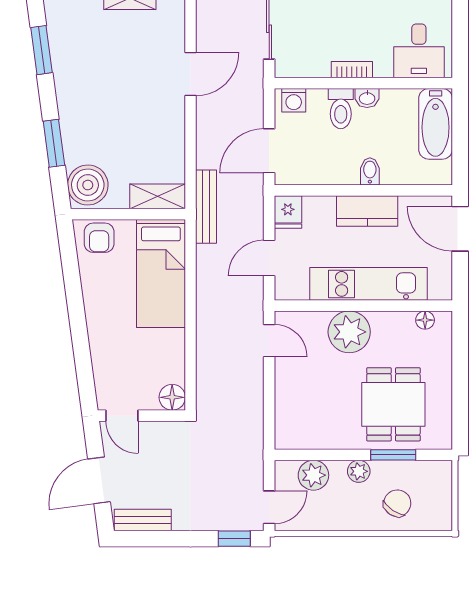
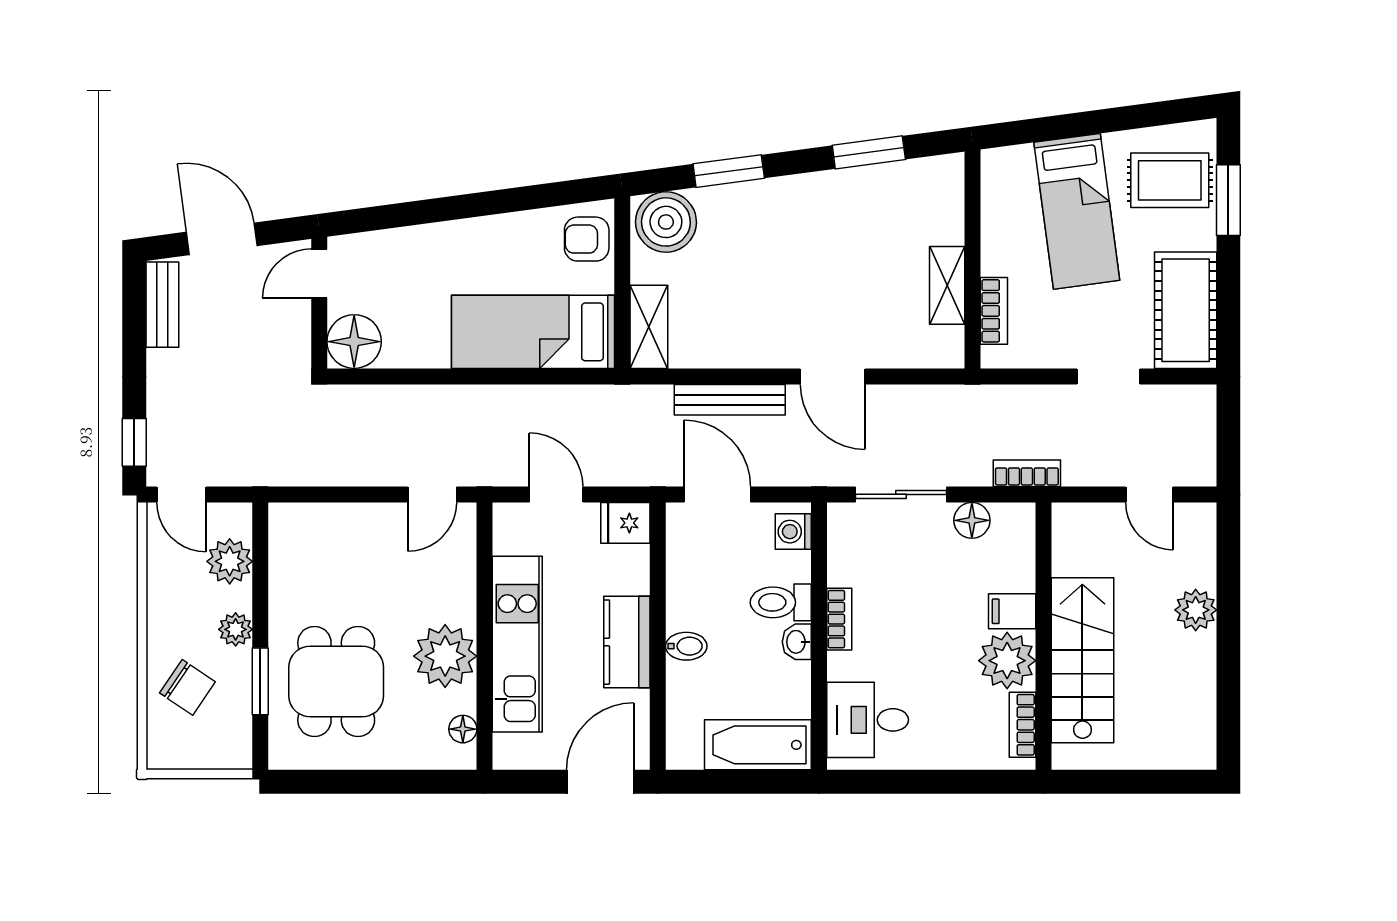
bench: (206, 207) -> (730, 400), moved
plant: (349, 332) -> (445, 656), moved
floor lamp: (172, 397) -> (354, 342), width x1.38, depth x1.38
dining table: (393, 404) -> (336, 681), turned 90

